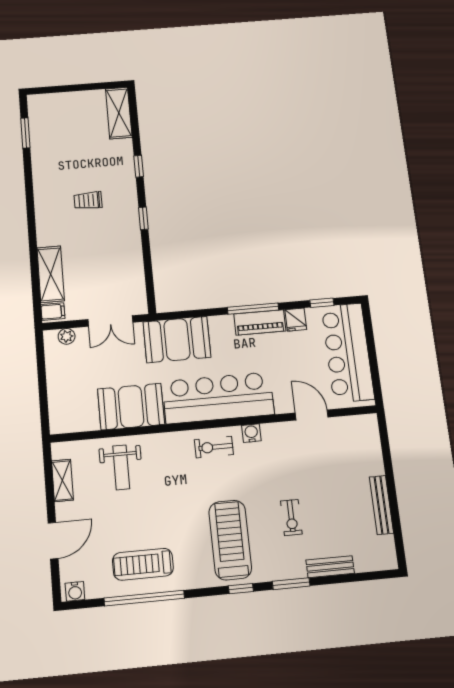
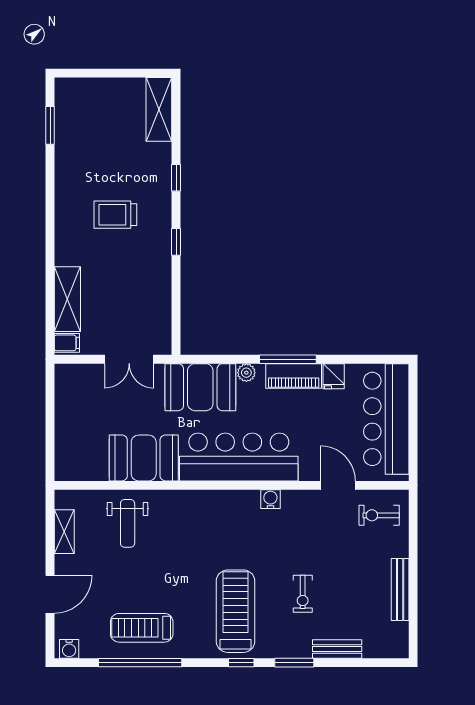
trolley: (88, 200) -> (115, 215), width x1.36, depth x1.39
window: (322, 303) -> (365, 359), removed
plant: (67, 336) -> (246, 373), moved
exercise bike: (214, 447) -> (379, 515), moved

